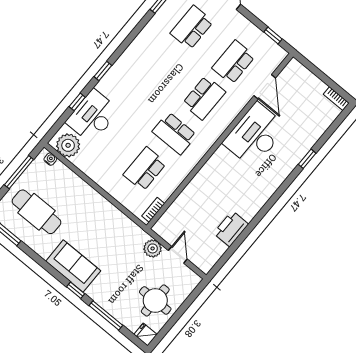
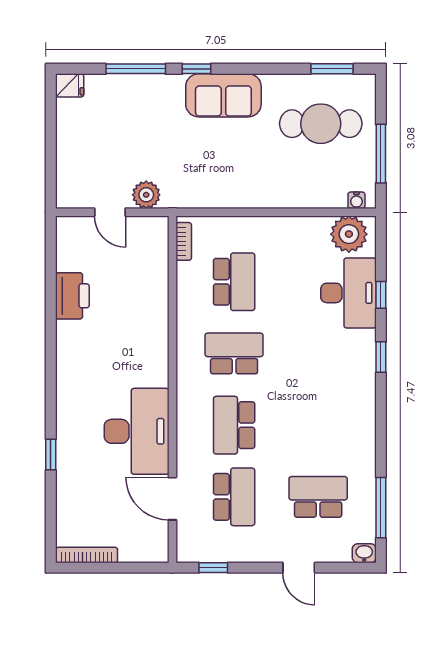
school desk: (192, 27) -> (318, 497), turned -90
bookcase: (336, 99) -> (87, 555), width x1.56
round table: (155, 300) -> (92, 135), removed

